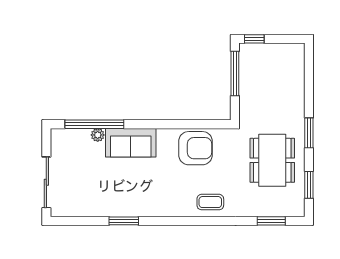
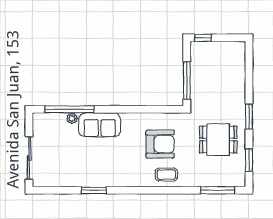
window: (235, 73) -> (187, 80), moved
armchair: (196, 148) -> (160, 144), moved
dining table: (272, 160) -> (218, 139), width x0.73
window: (271, 221) -> (217, 190), width x1.44

